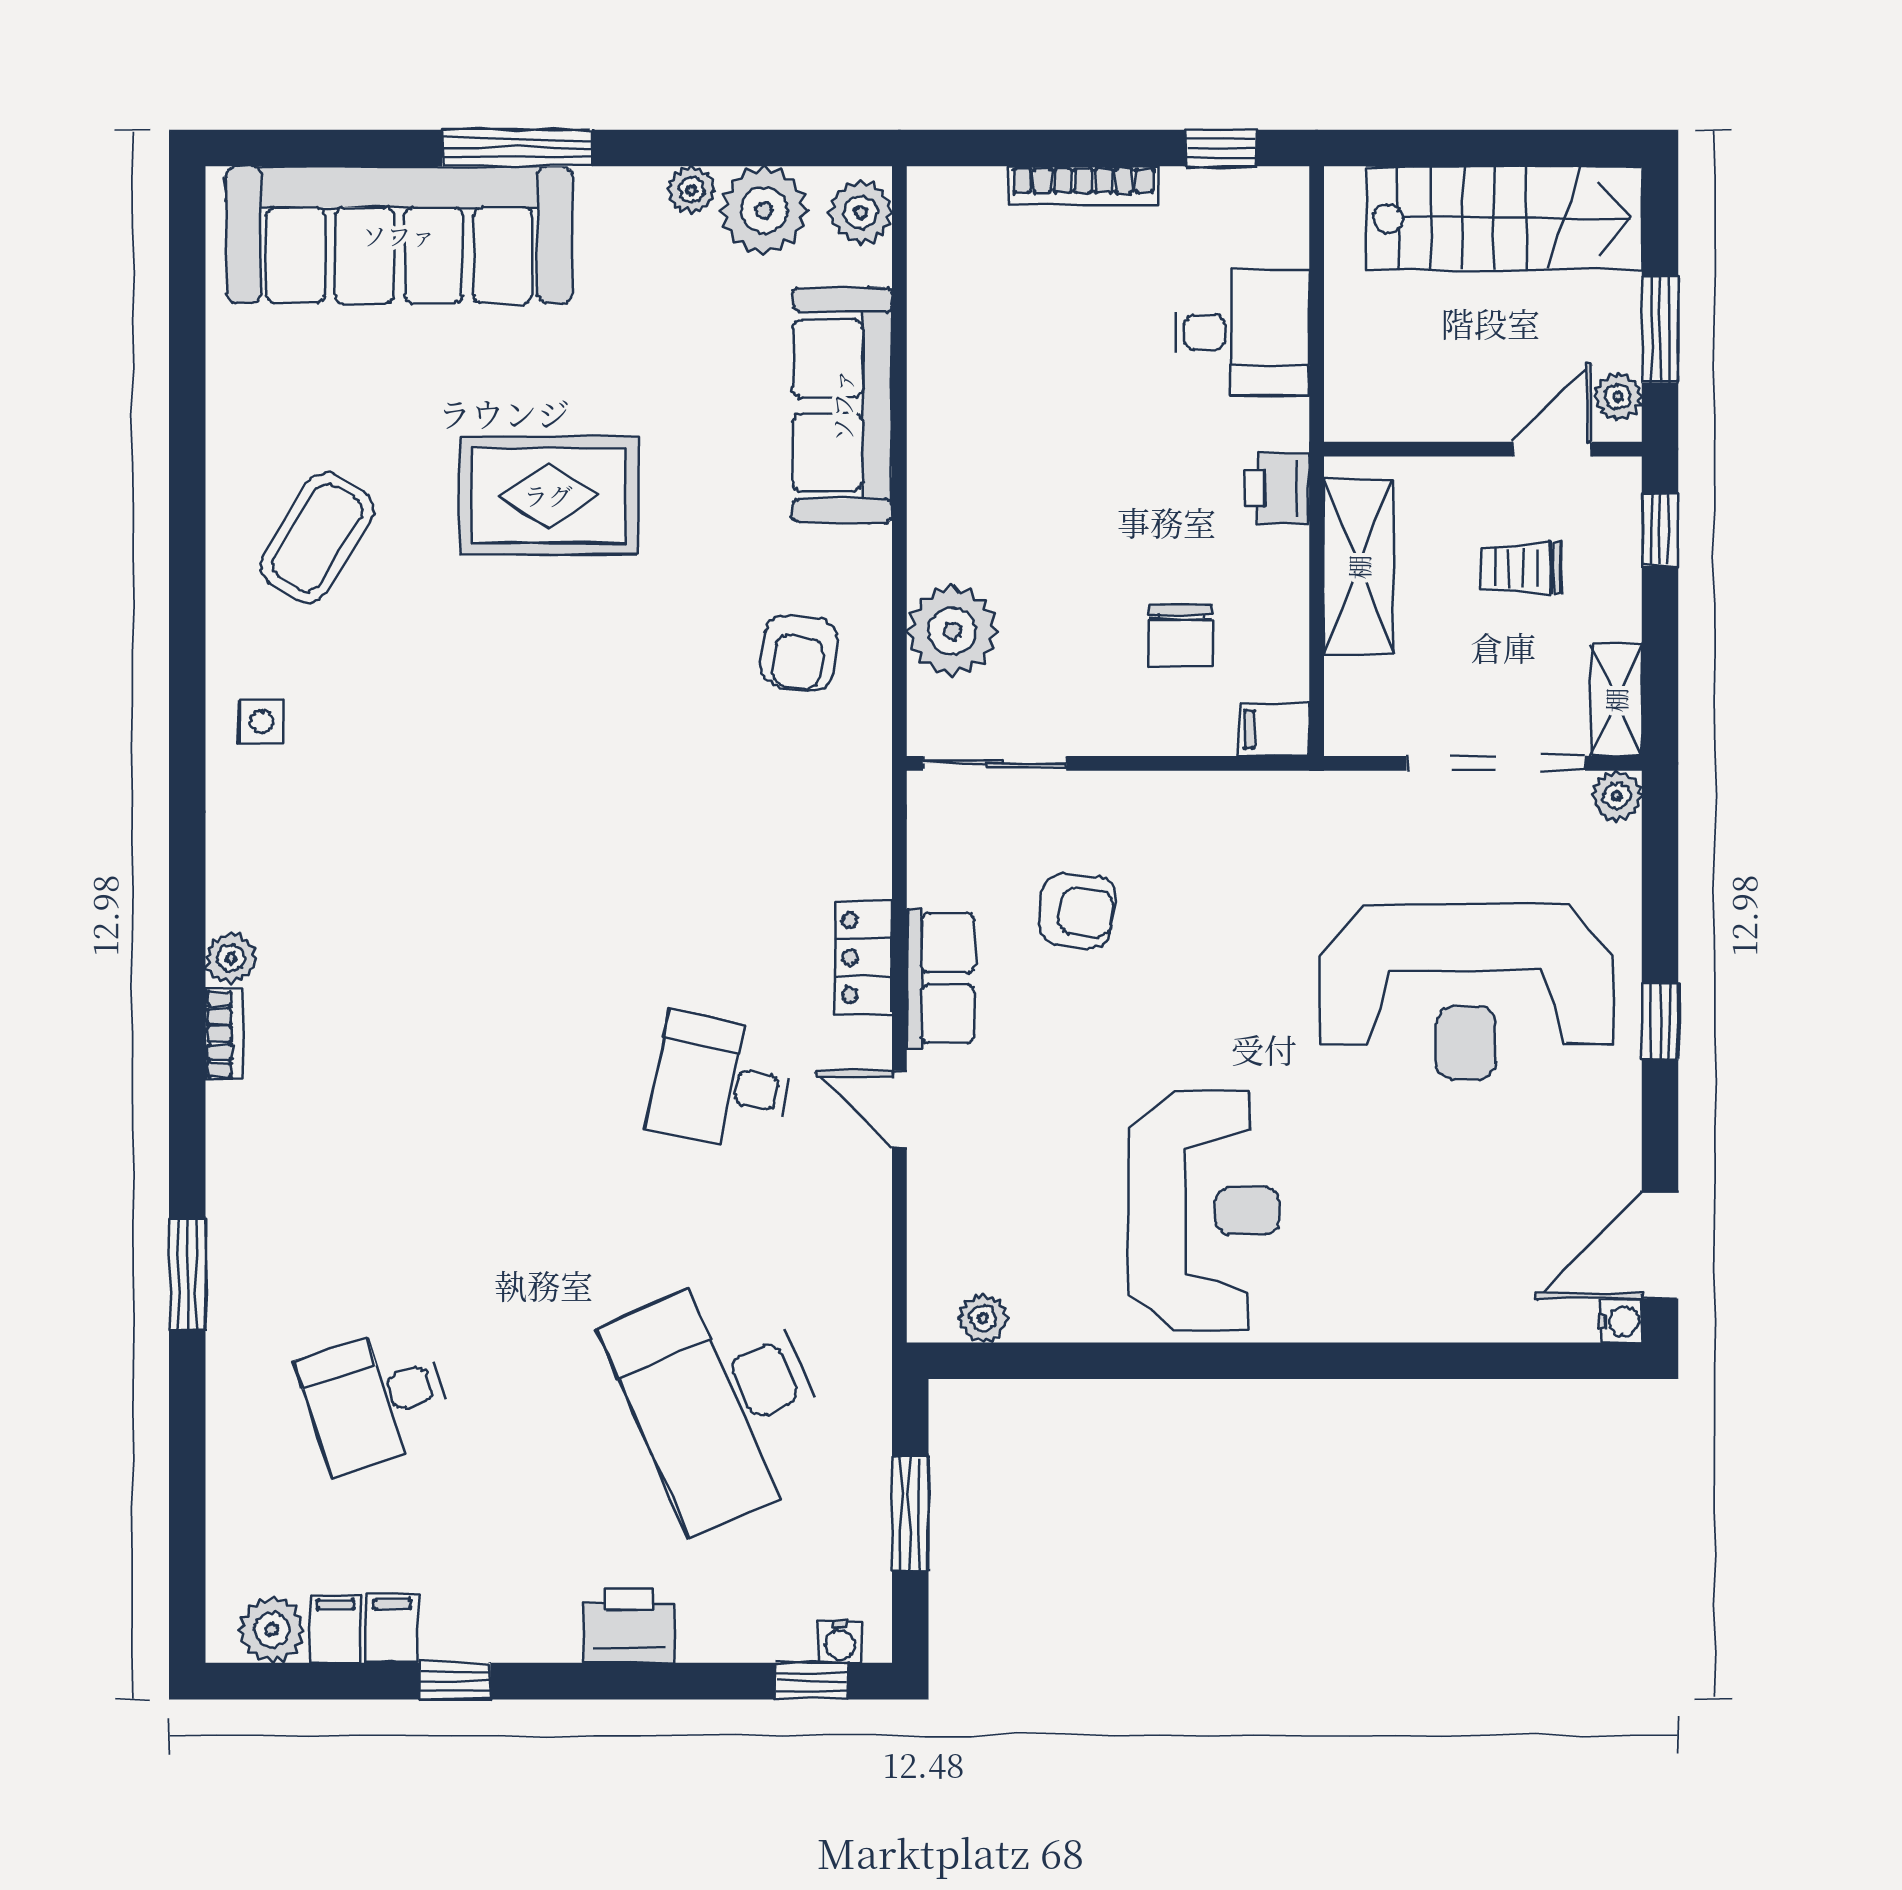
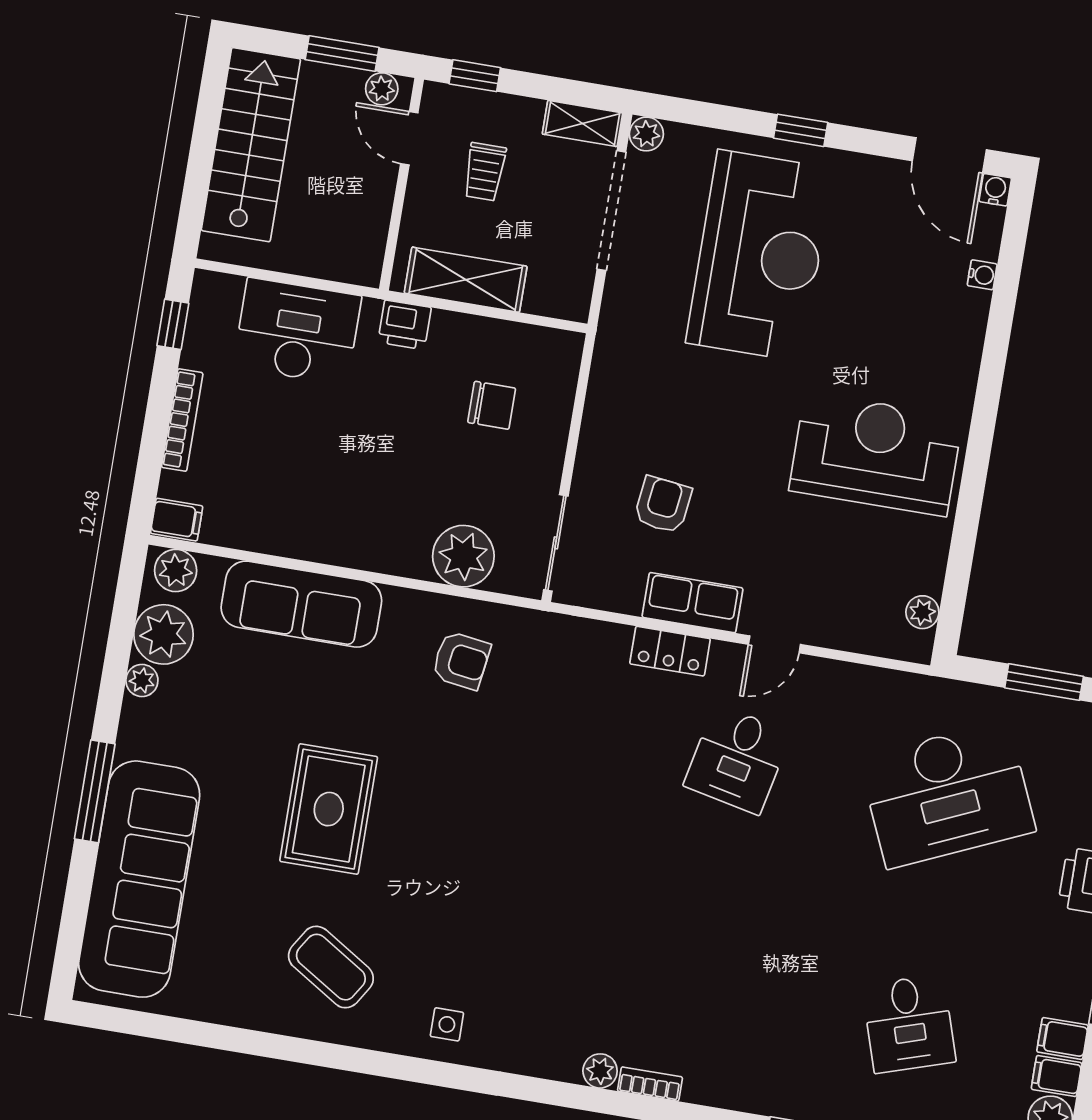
desk: (1241, 332) -> (297, 331), width x1.37
filing cabinet: (1274, 730) -> (177, 520), moved, turned -90
water cooler: (1493, 1323) -> (982, 275), added

